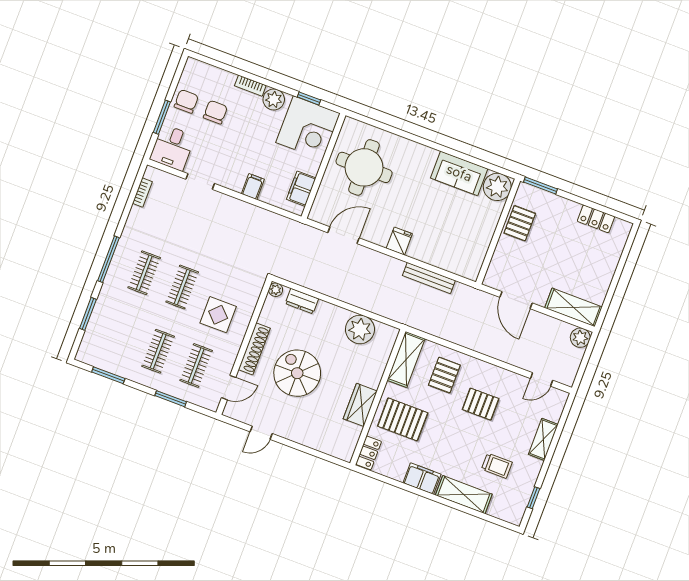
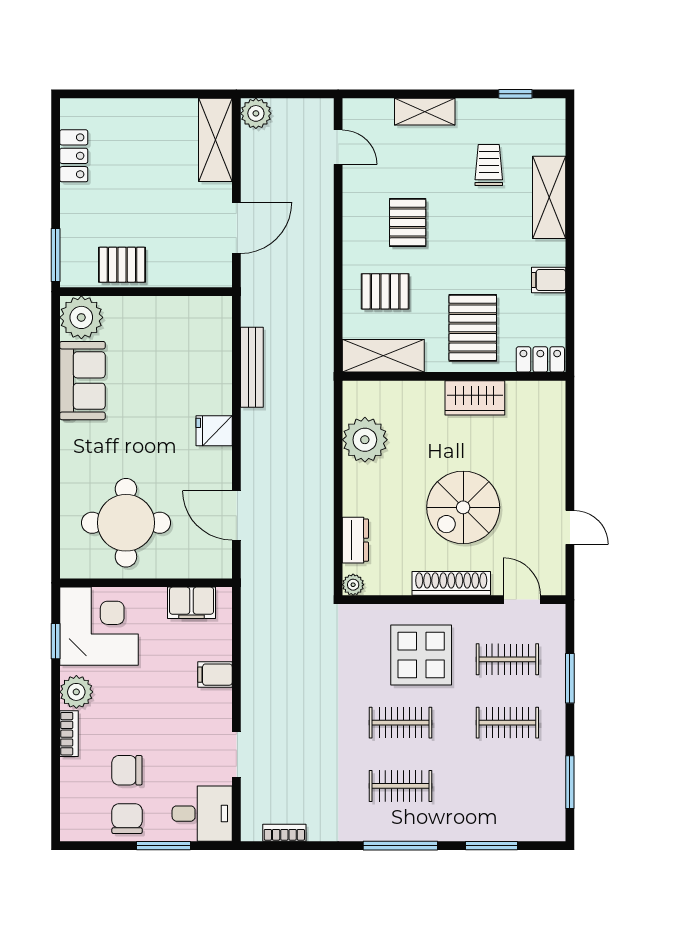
chair: (186, 101) -> (127, 819), turned 90
display table: (218, 315) -> (421, 655), width x1.36, depth x1.36
filing cabinet: (422, 479) -> (549, 280), width x0.50

